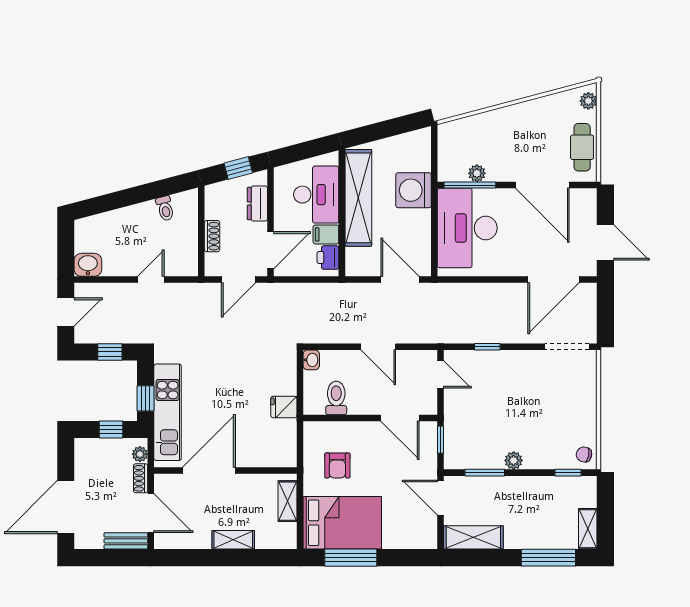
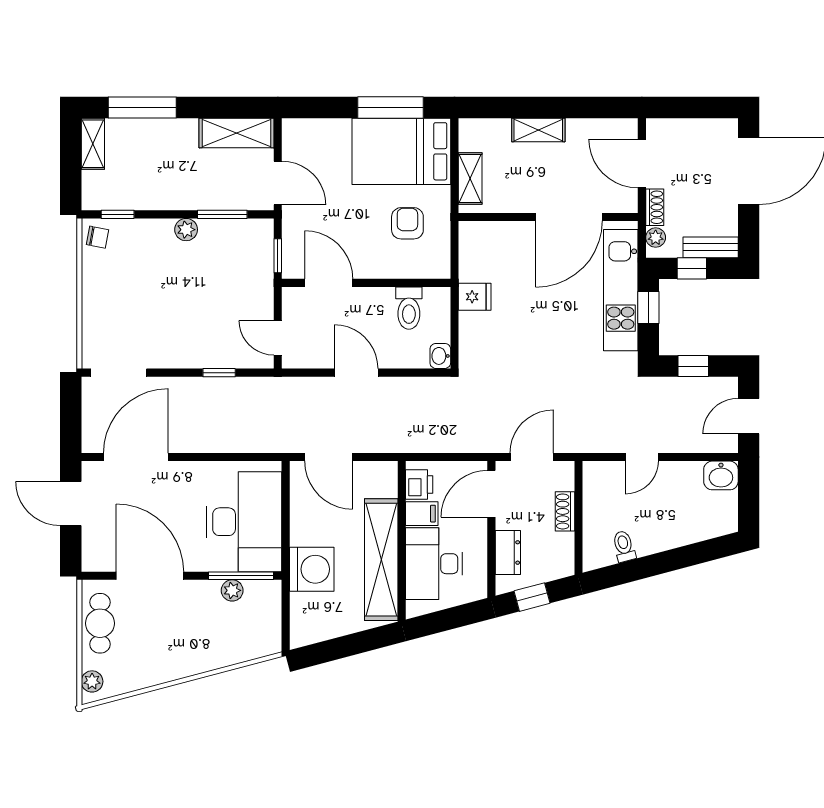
bench: (126, 541) -> (711, 247), moved

